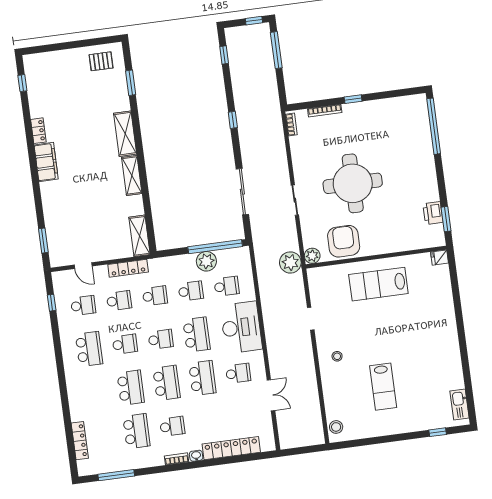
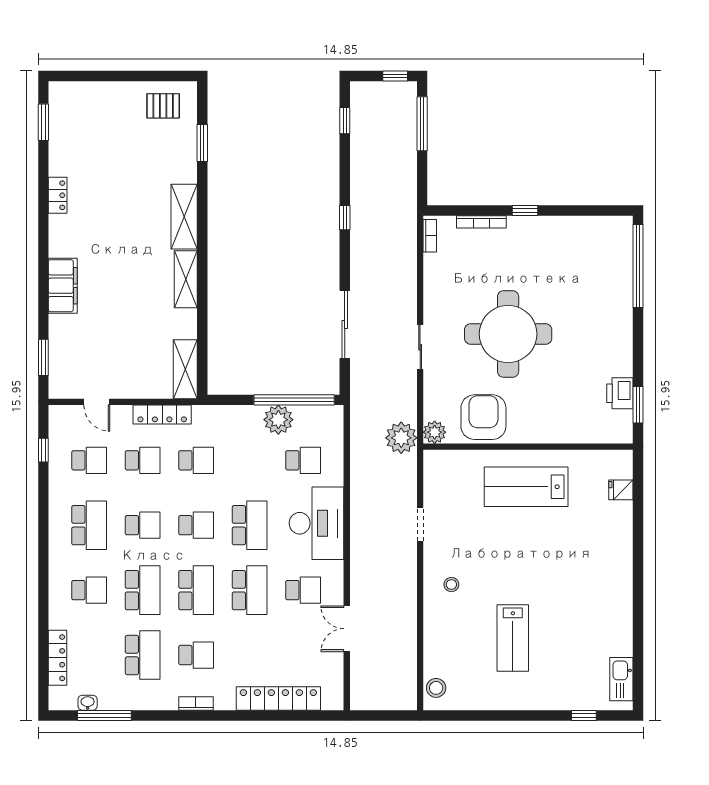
window: (22, 83) -> (43, 122), width x1.50
filing cabinet: (46, 162) -> (63, 286), moved
fridge: (440, 258) -> (621, 490), moved
school desk: (191, 291) -> (89, 590), moved
double door: (271, 395) -> (347, 629), swing flipped
washbasin: (196, 456) -> (88, 703), moved

